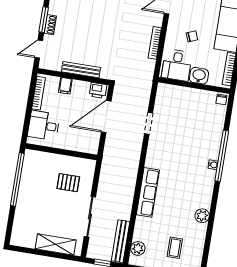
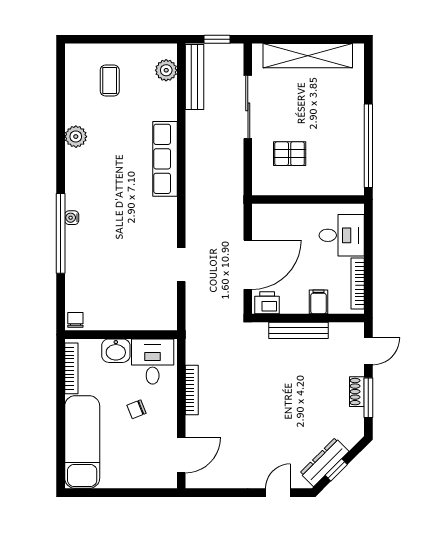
shelving: (56, 244) -> (308, 56), width x1.47

